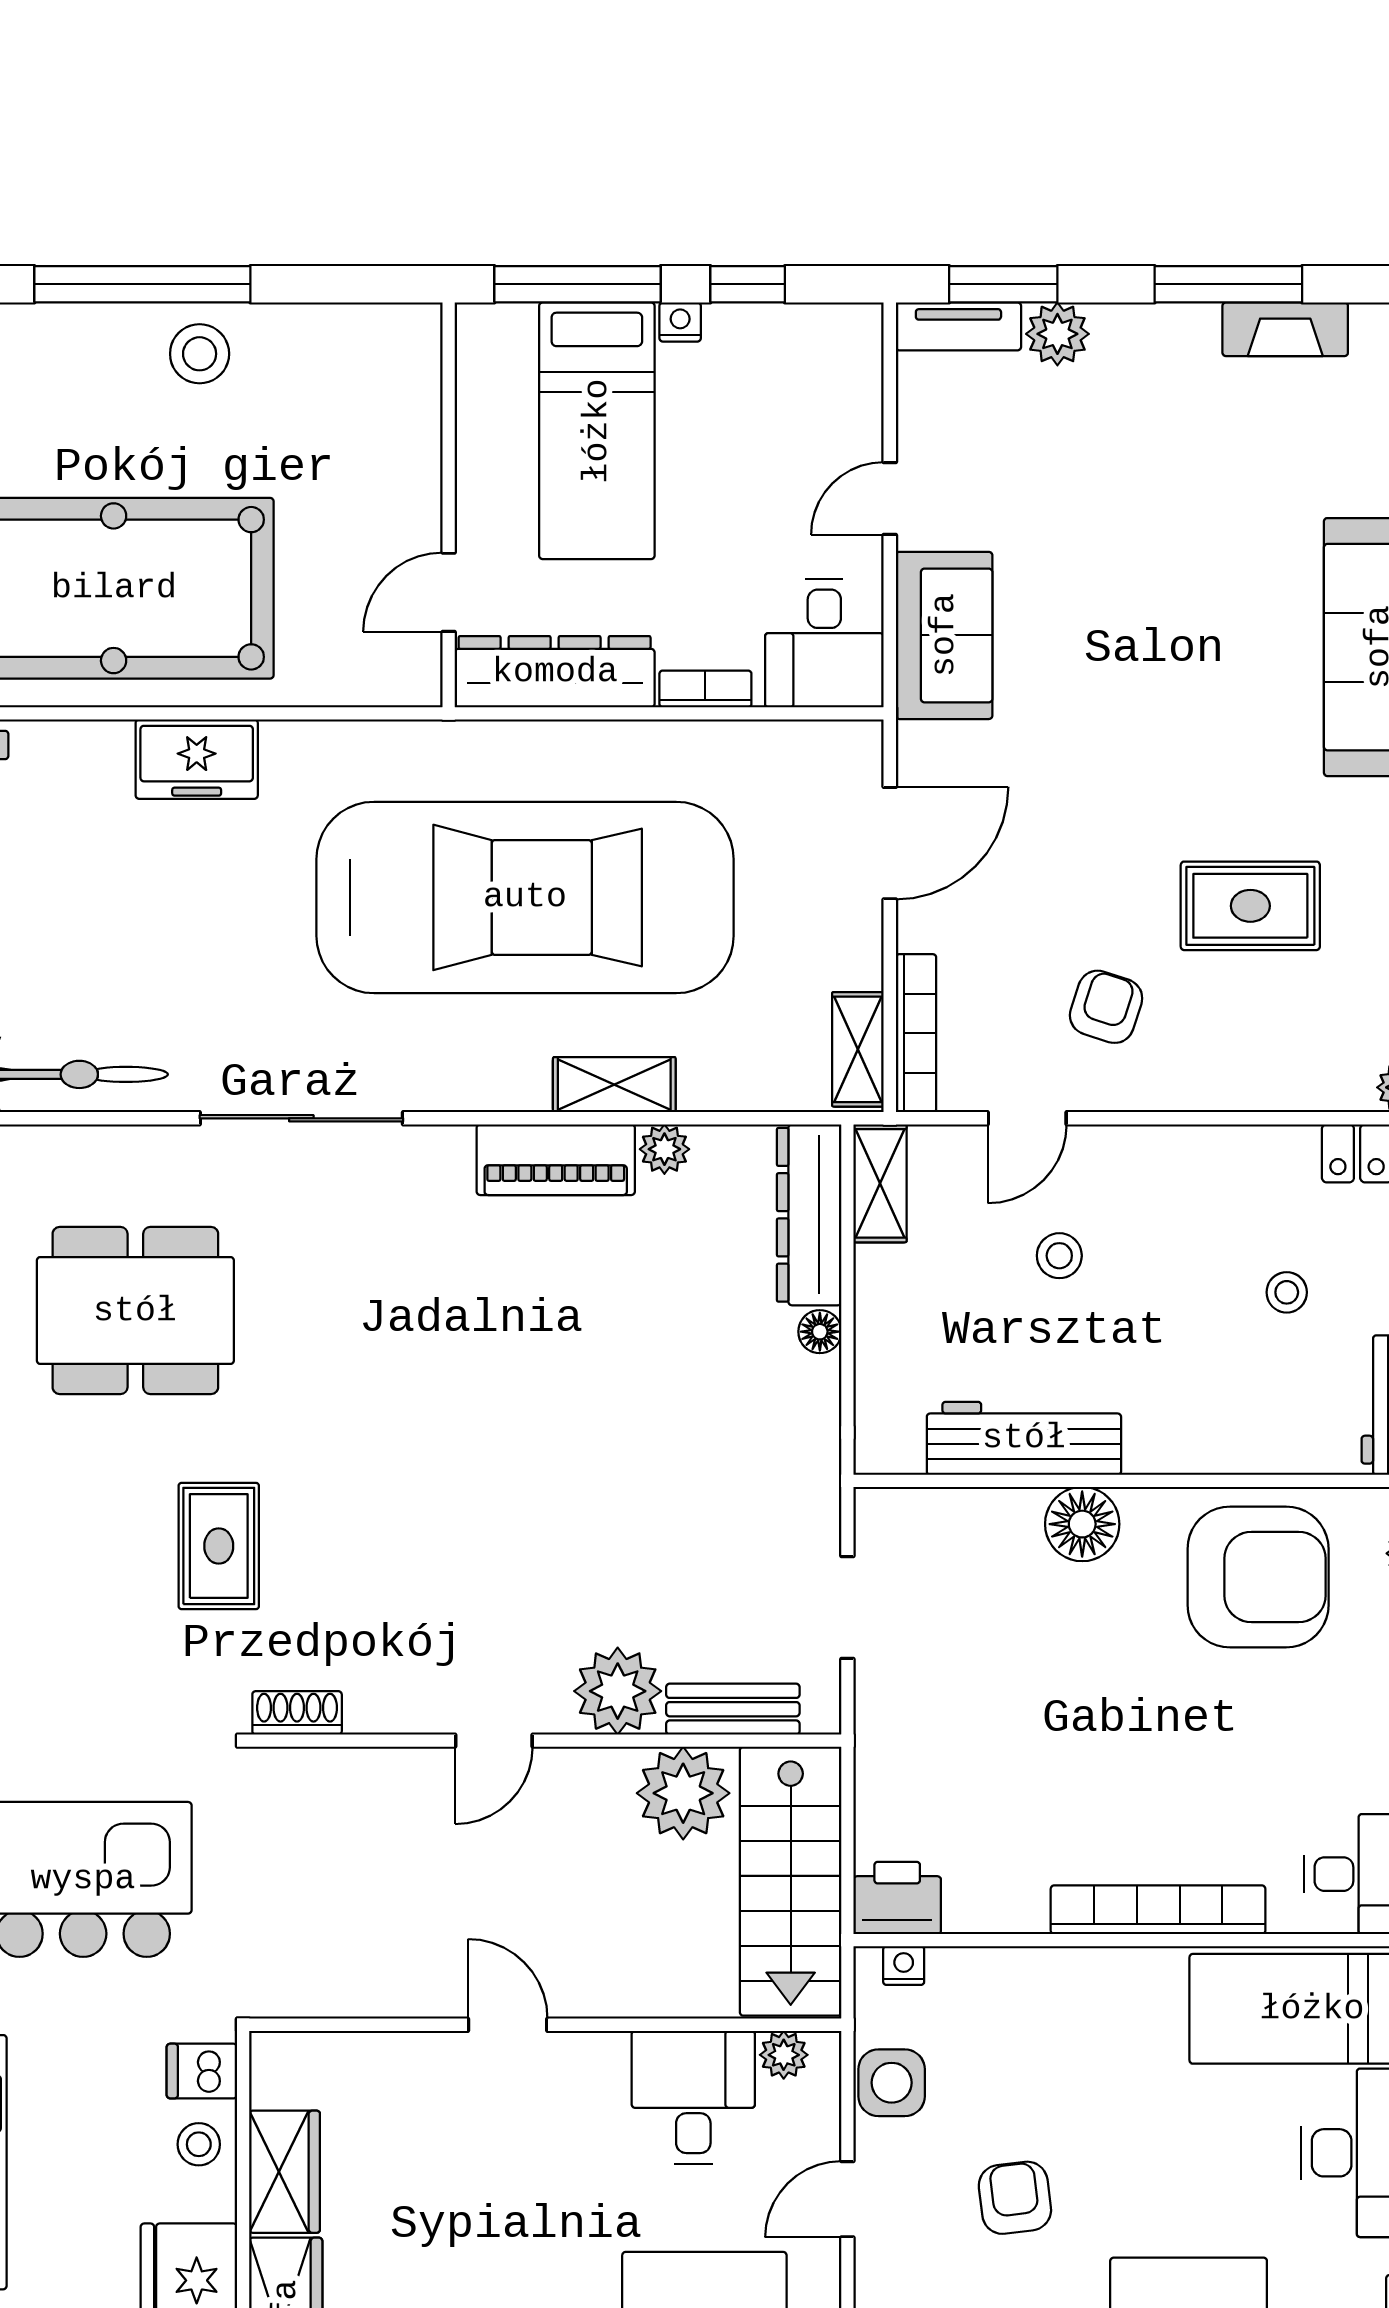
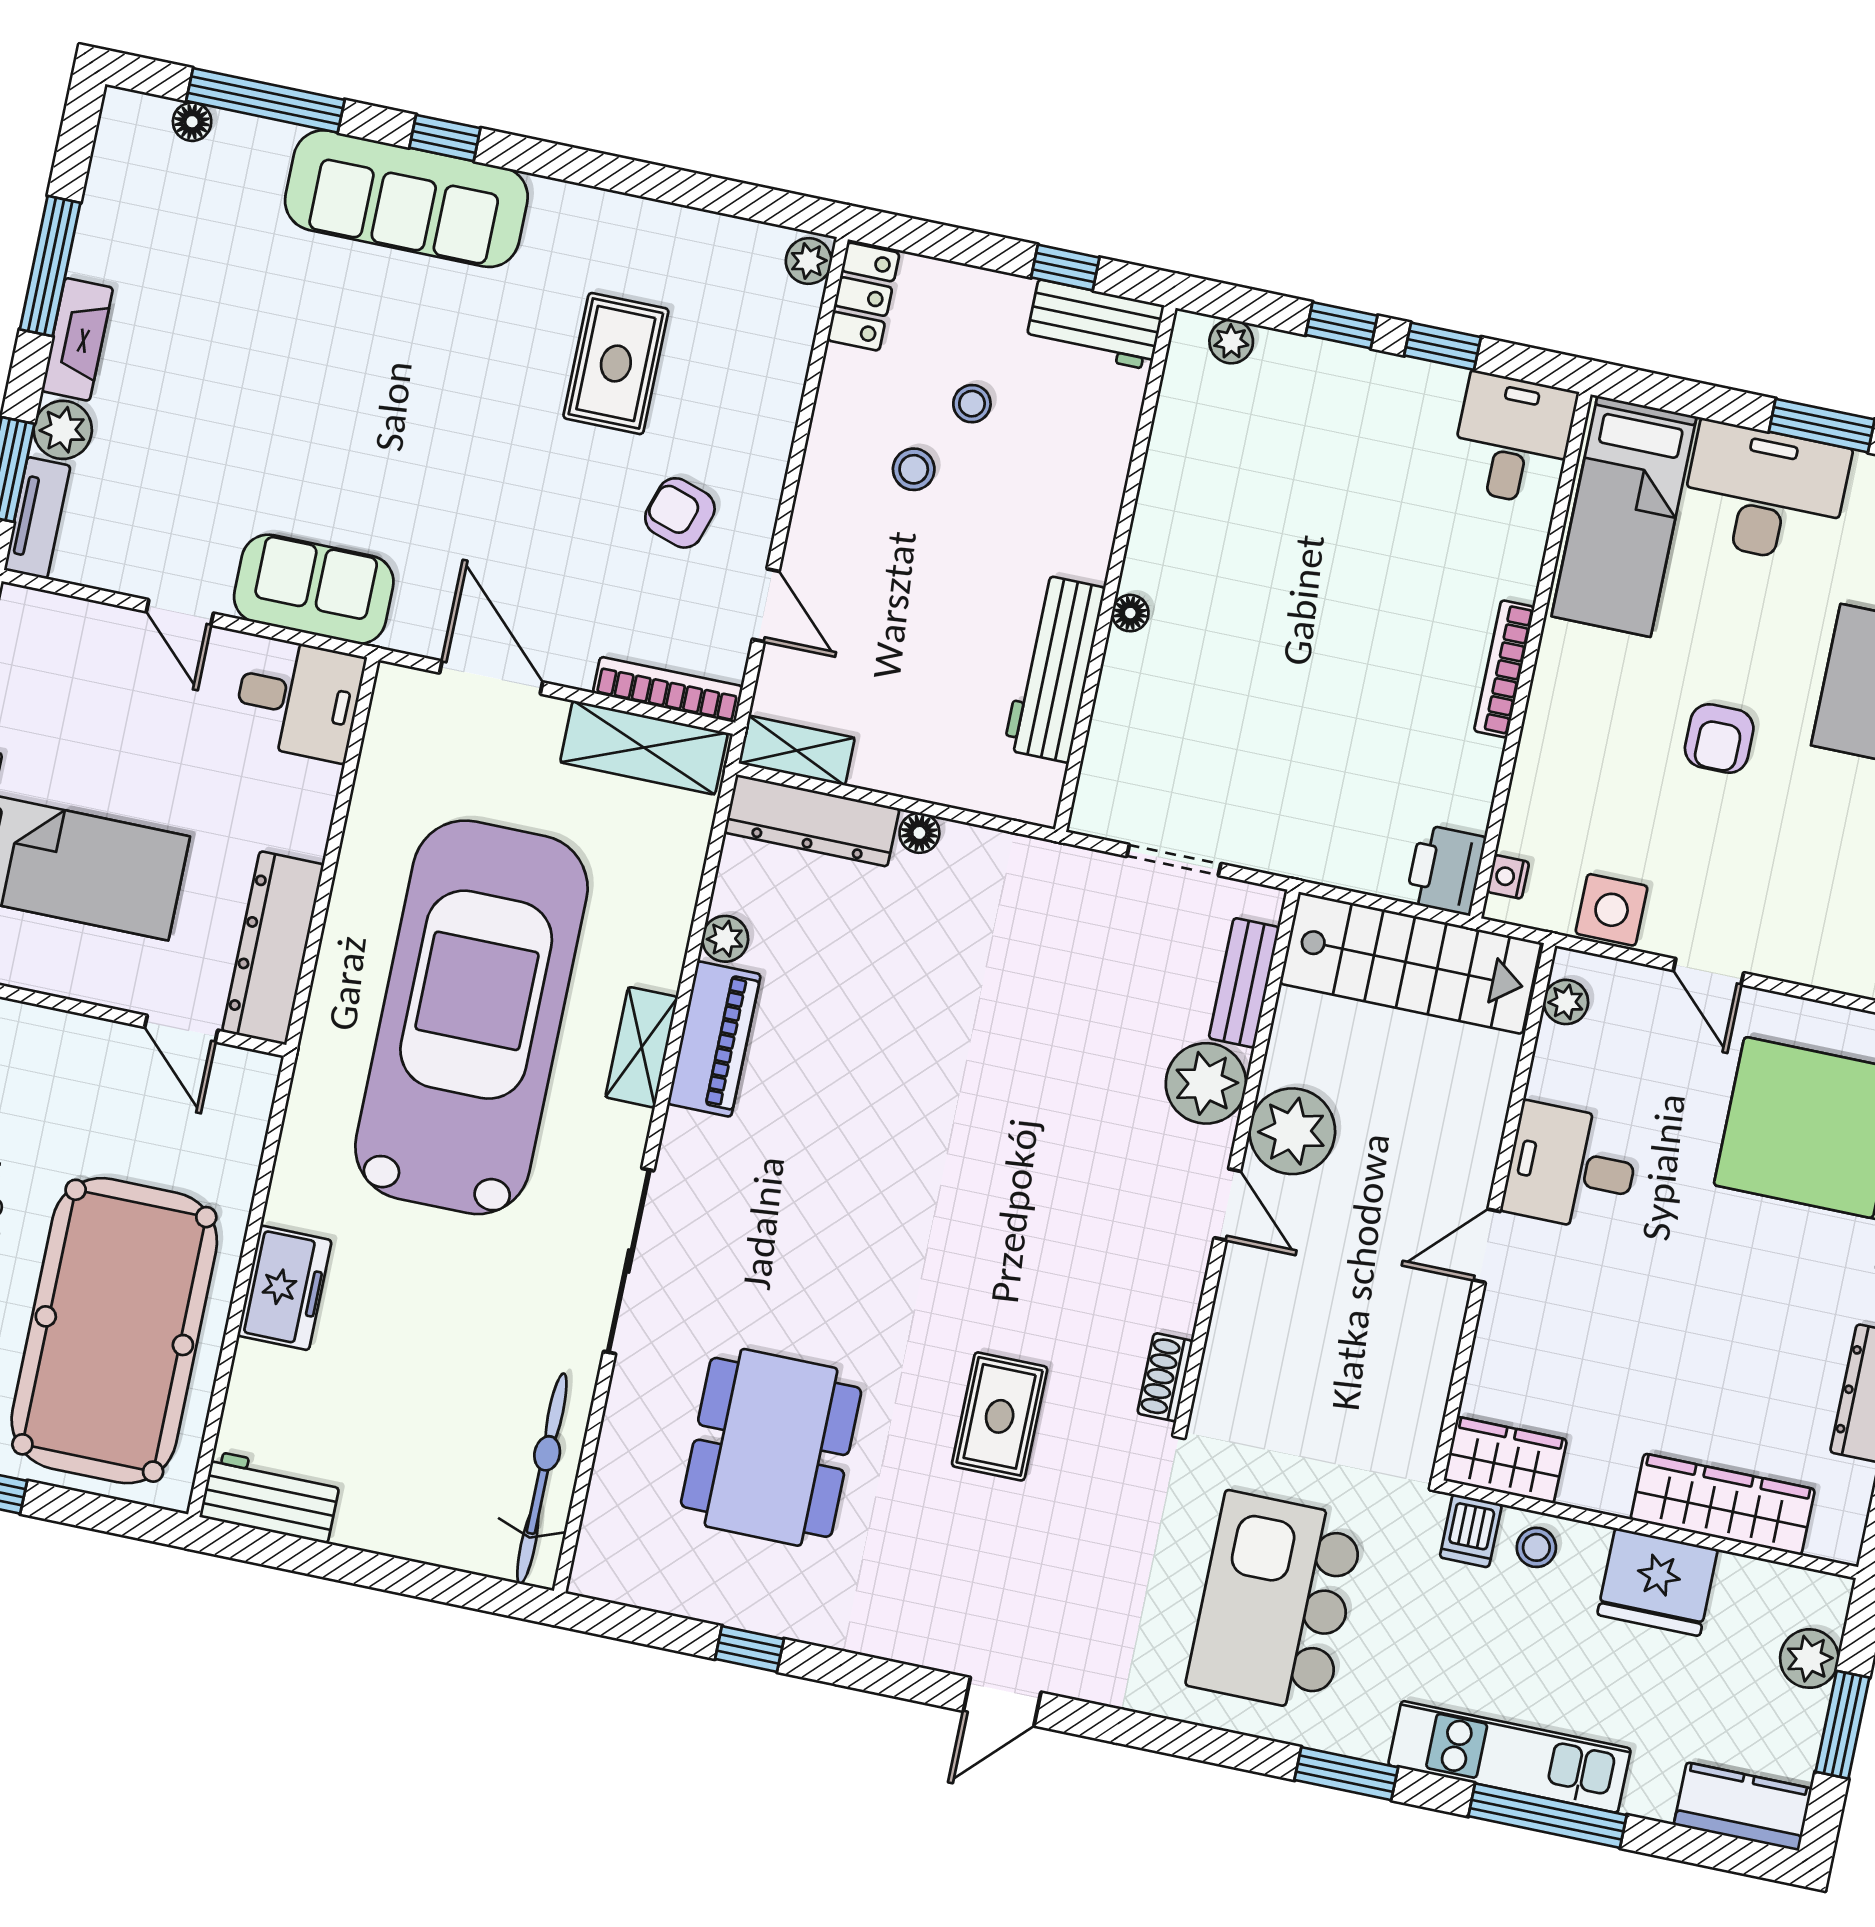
fireplace: (1285, 329) -> (77, 339), moved
bookcase: (705, 689) -> (317, 815), removed
shelving: (858, 1049) -> (644, 748), width x1.50, depth x1.33
shelving: (614, 1085) -> (642, 1047), moved
stool: (1059, 1256) -> (914, 469), moved
floor lamp: (1082, 1524) -> (1130, 613), width x0.53, depth x0.53
rug: (219, 1546) -> (1000, 1416), turned 90
armchair: (1258, 1577) -> (1224, 483), removed
plant: (683, 1793) -> (1292, 1131), moved
bookcase: (1158, 1910) -> (1504, 669), width x0.68, depth x0.76
desk: (693, 2097) -> (1571, 1167), moved
wardrobe: (285, 2172) -> (1505, 1460), moved
armchair: (1015, 2198) -> (1719, 738), moved, turned -83

